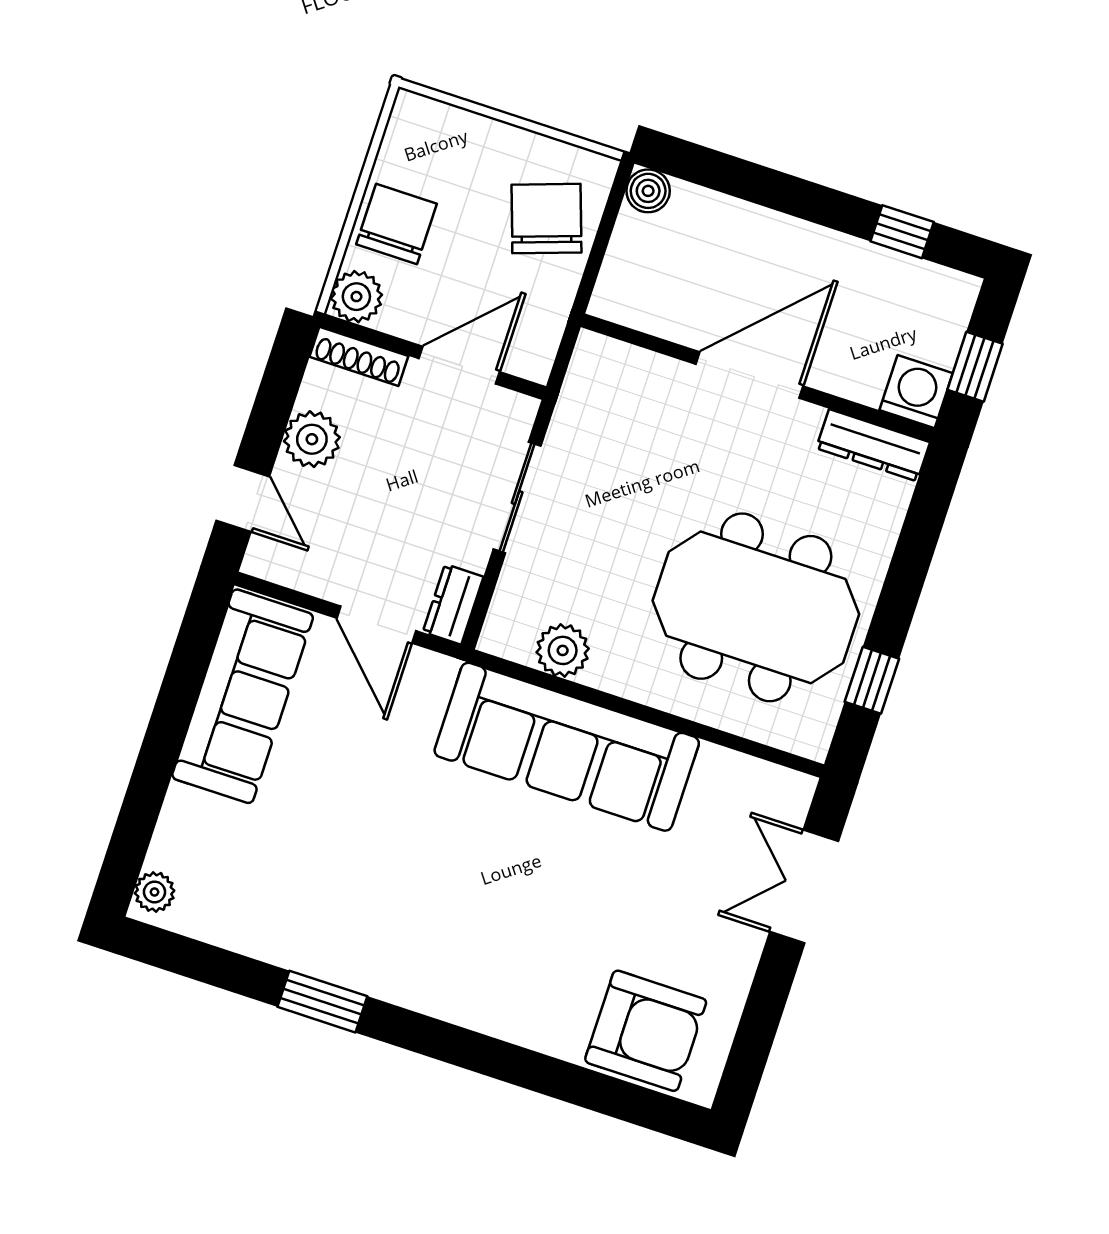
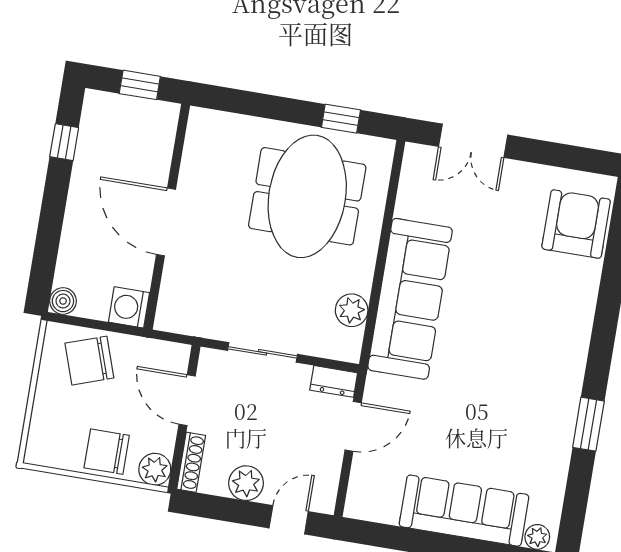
washing machine: (916, 392) -> (129, 307), moved
dresser: (873, 445) -> (197, 140), removed
sofa: (243, 696) -> (464, 511), moved

